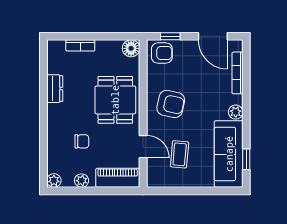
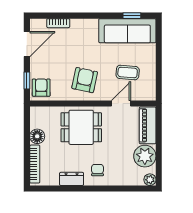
bookcase: (80, 45) -> (35, 164), width x1.56
floor lamp: (131, 48) -> (37, 136), moved
bookcase: (237, 73) -> (58, 23), width x0.64
plant: (236, 112) -> (92, 25), removed
chair: (82, 141) -> (98, 170), moved
plant: (82, 181) -> (145, 156), width x1.87, depth x1.87

